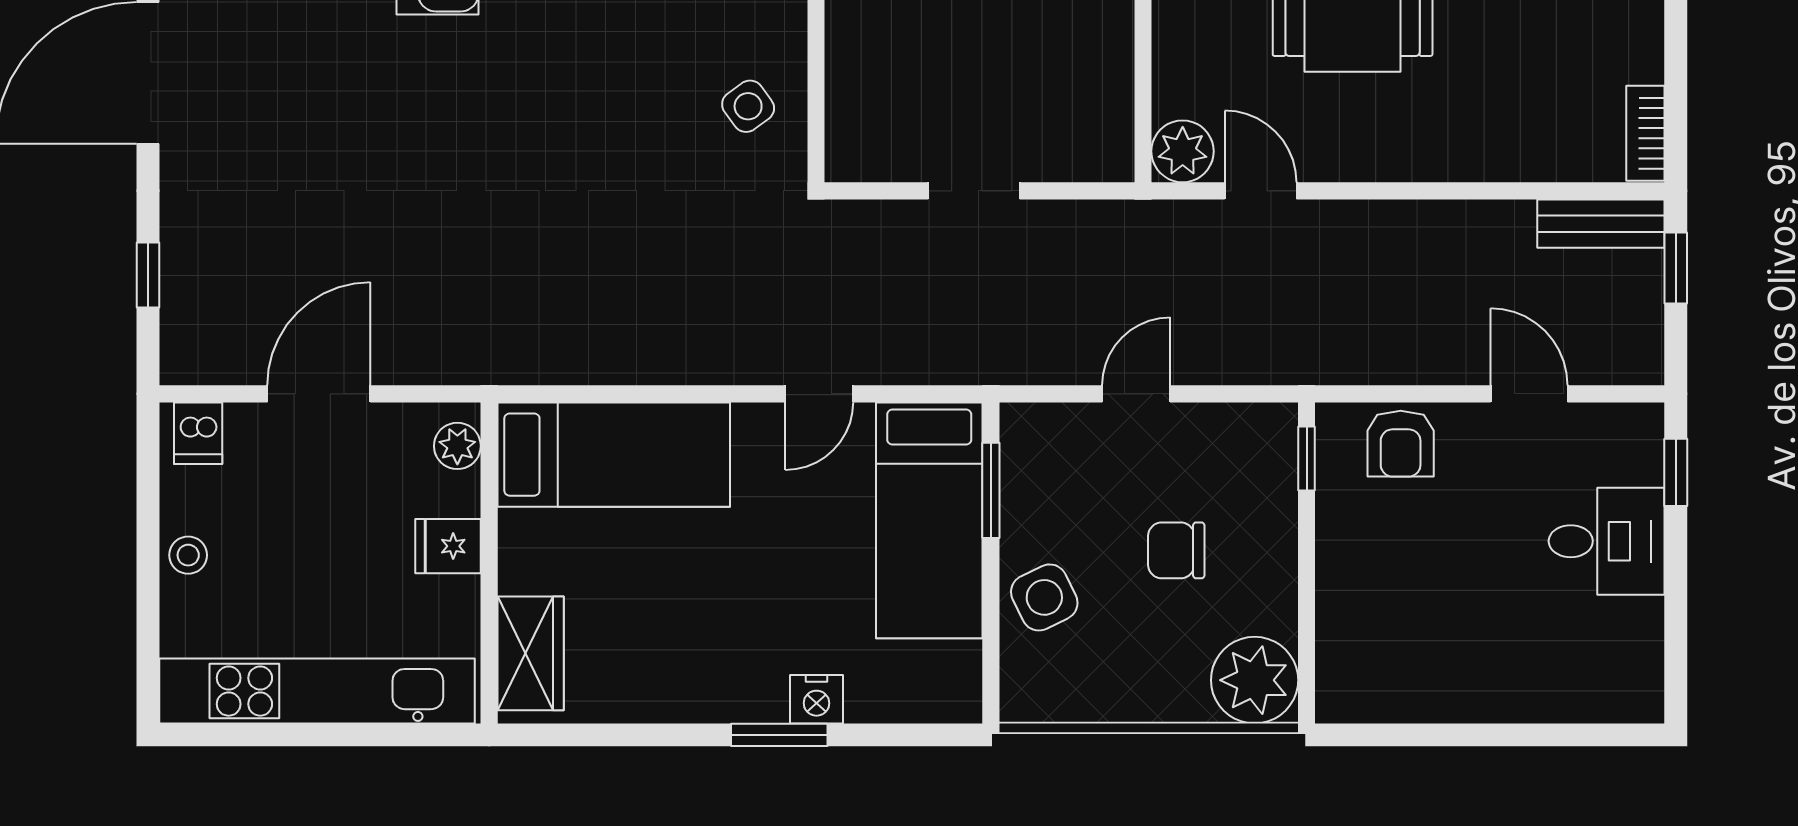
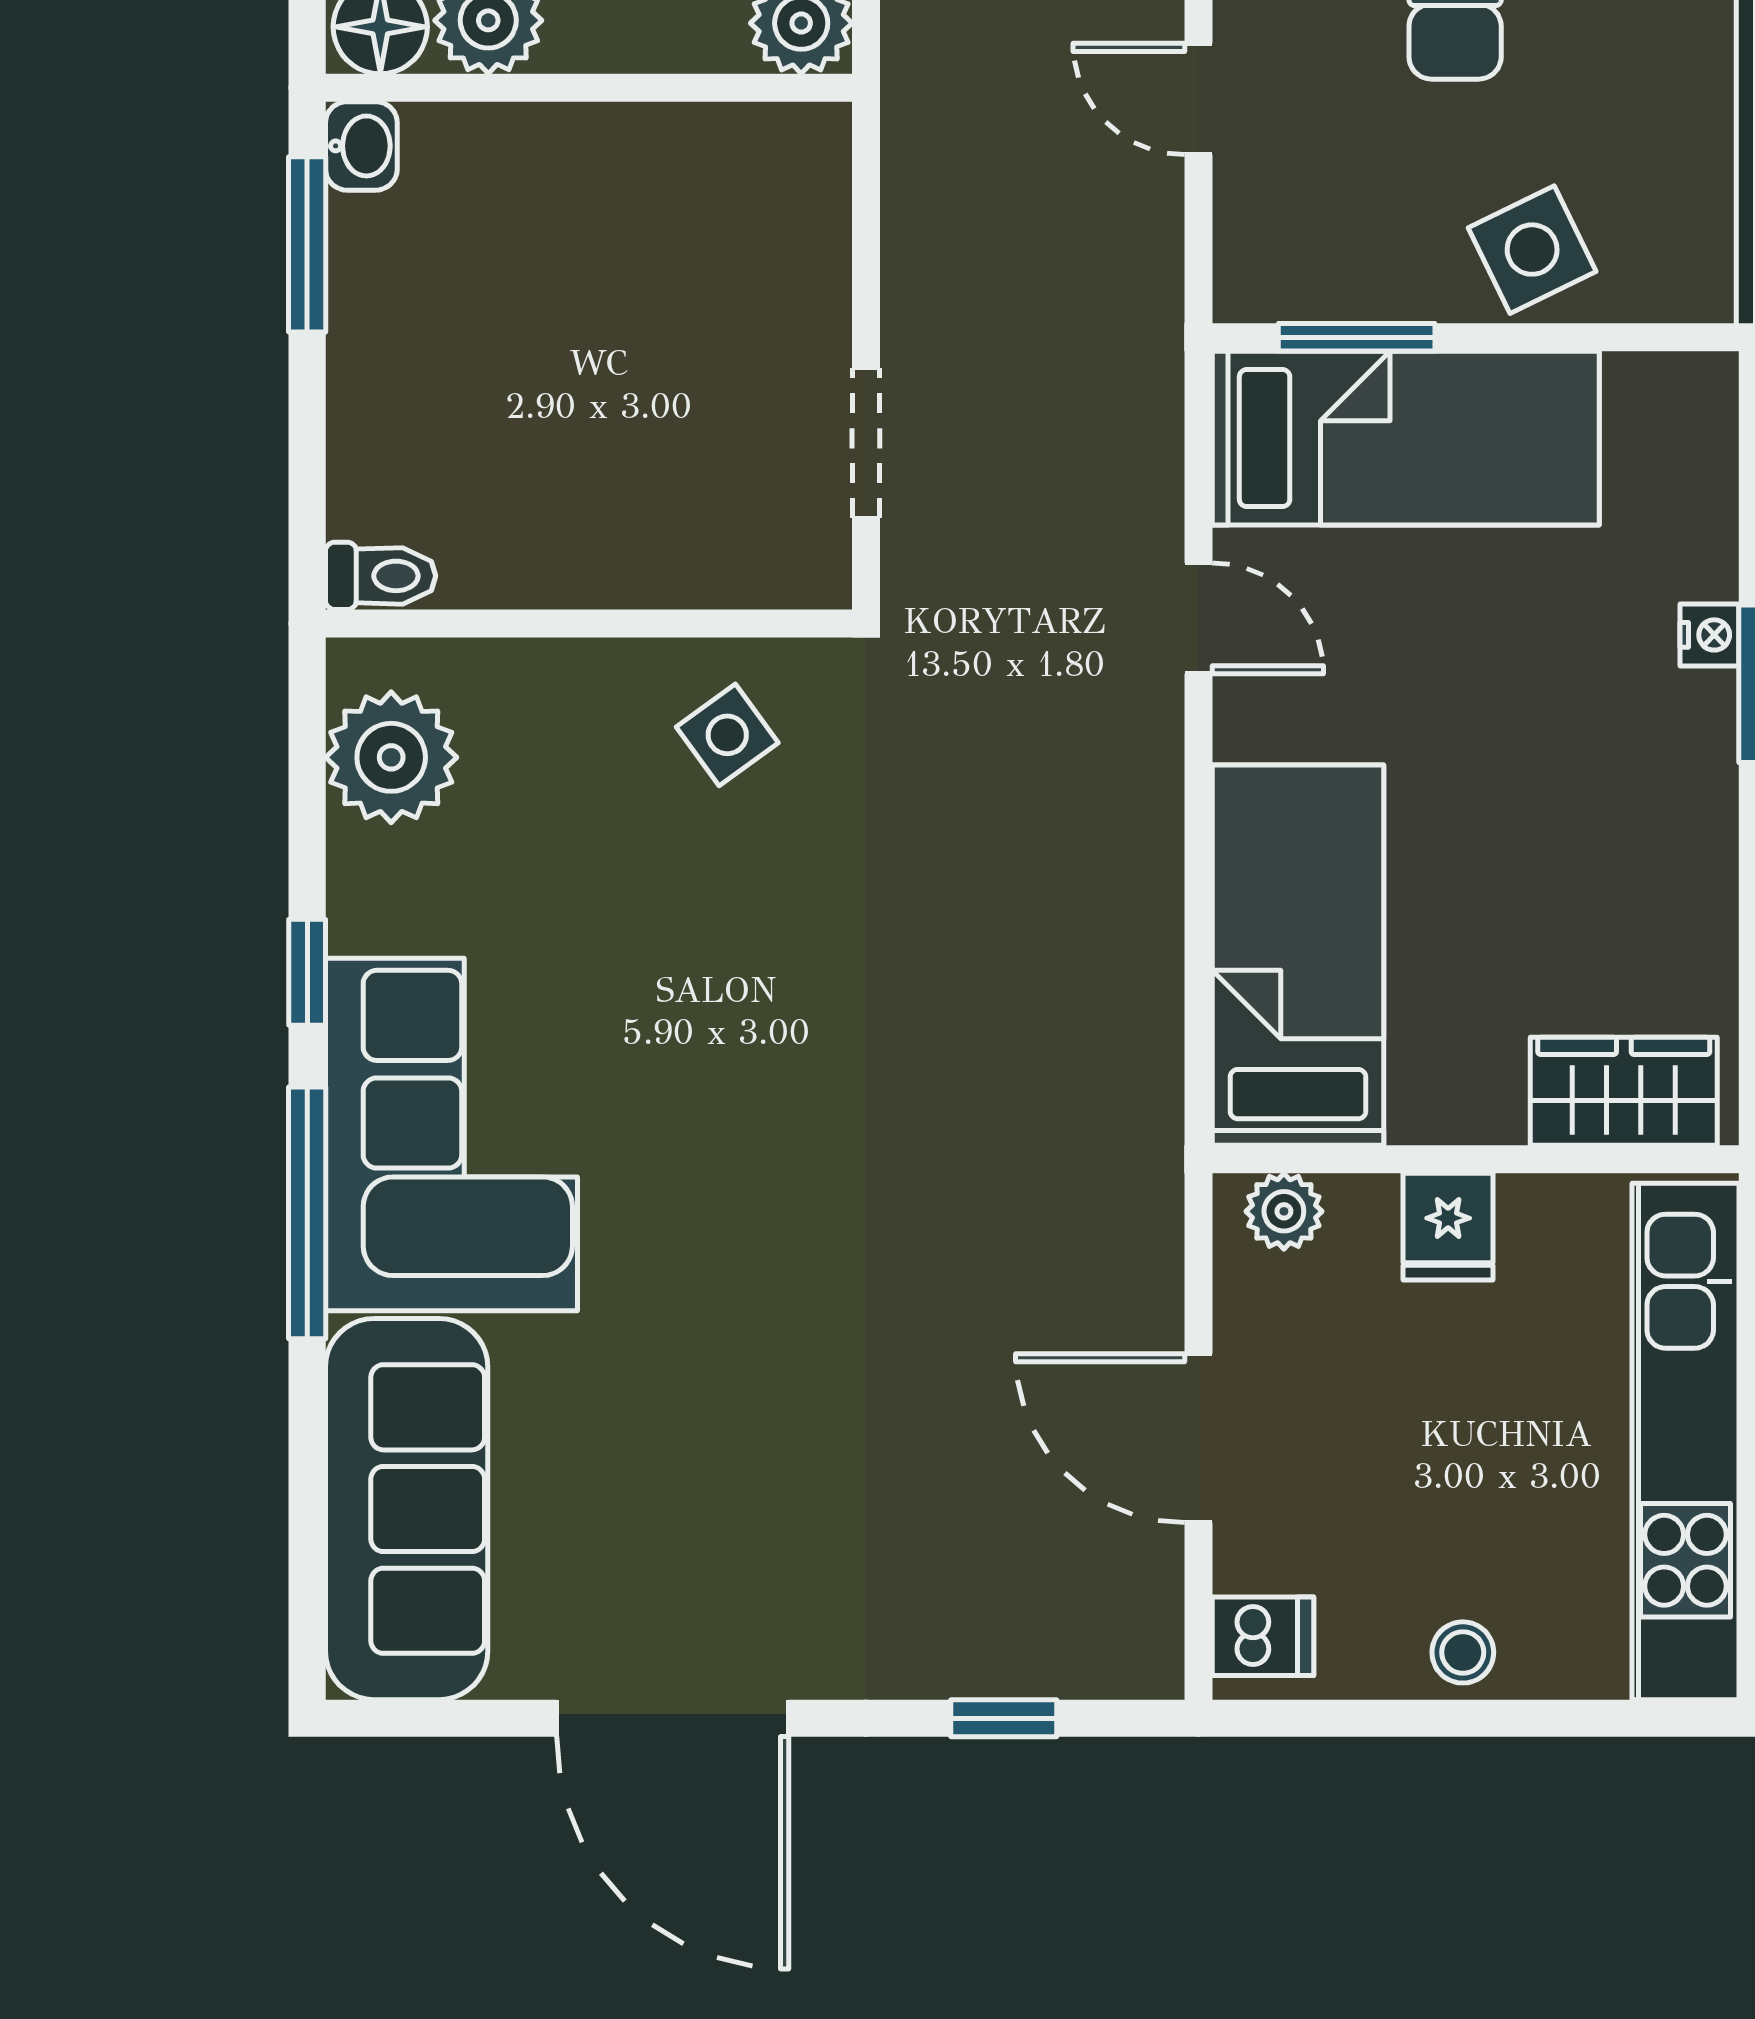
doorway: (974, 191) -> (866, 443), moved
nightstand: (816, 699) -> (1709, 635), width x0.72, depth x0.74

